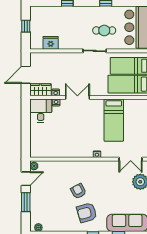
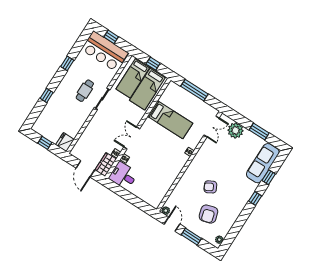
cafe table: (104, 30) -> (85, 91), moved
fridge: (51, 43) -> (65, 142), moved
armchair: (87, 213) -> (208, 214), moved

